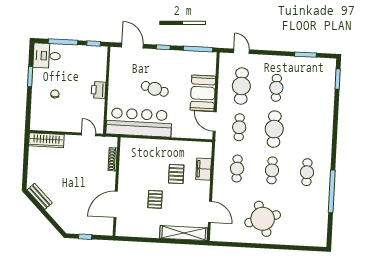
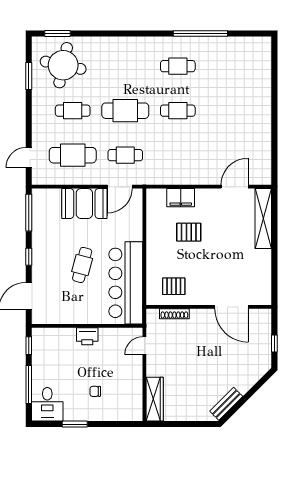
cafe table: (237, 169) -> (178, 155), removed
pallet: (155, 199) -> (174, 286), moved
round table: (263, 219) -> (63, 65), moved, turned 31

